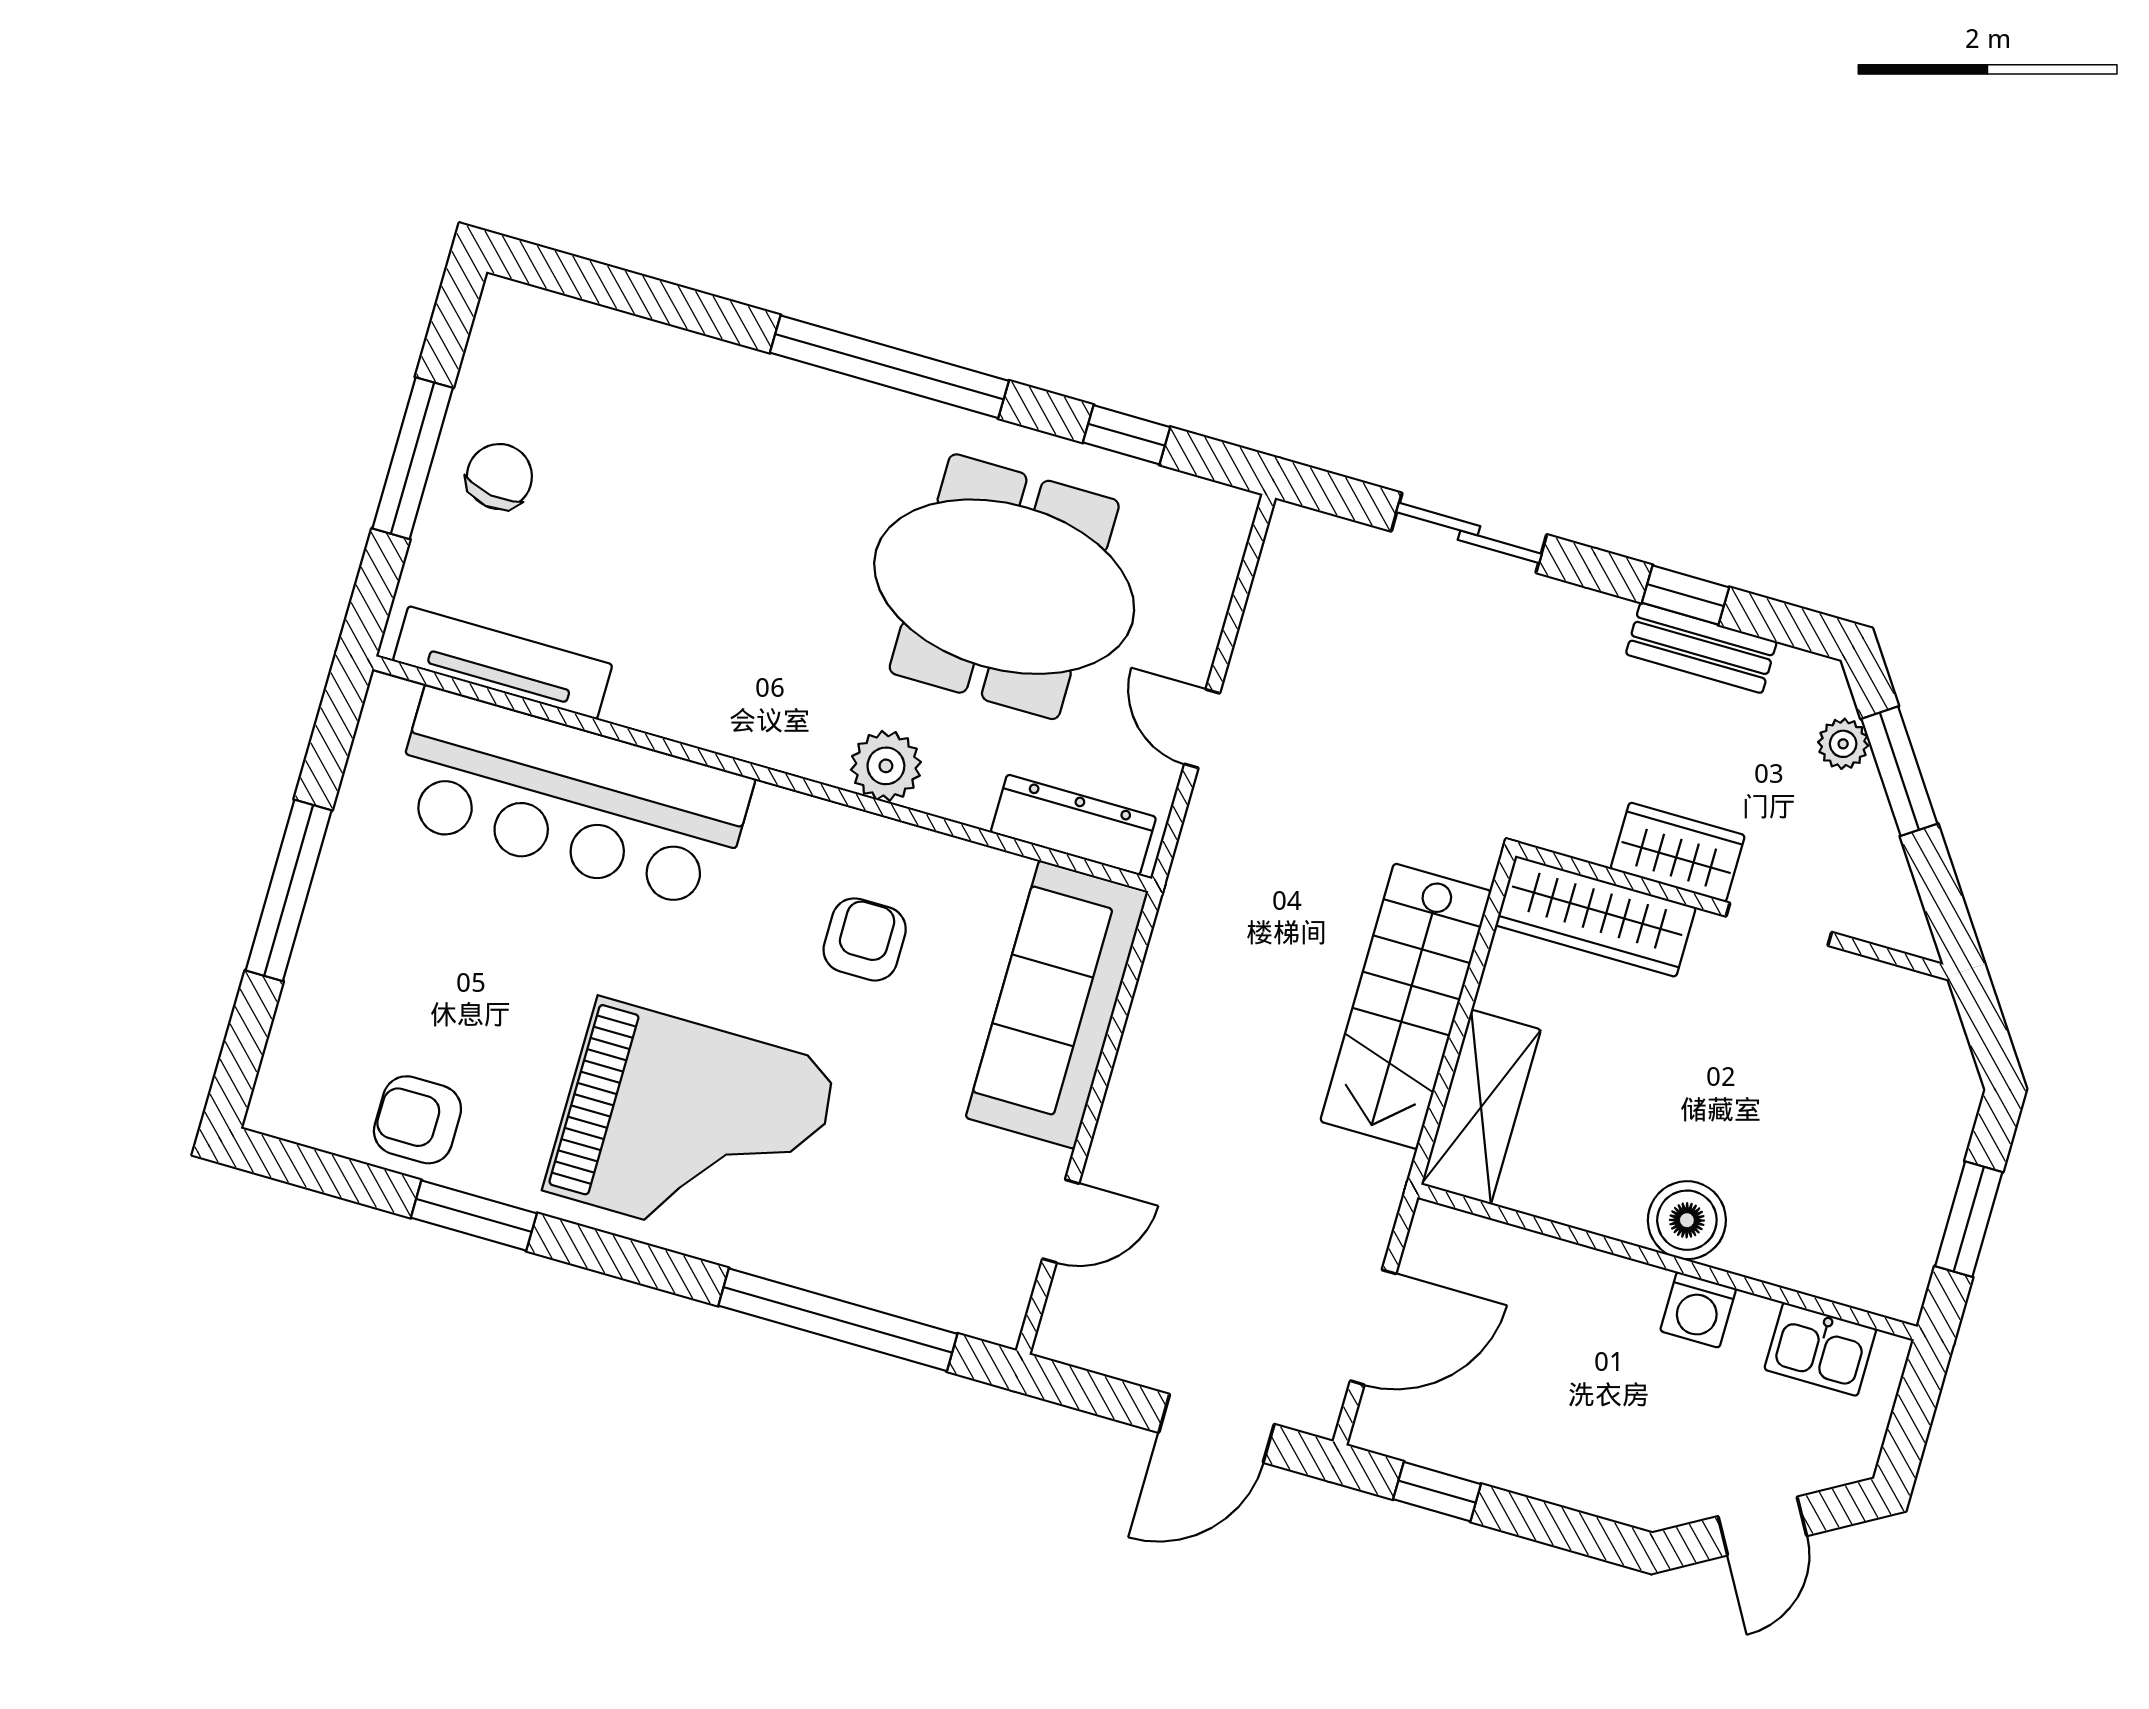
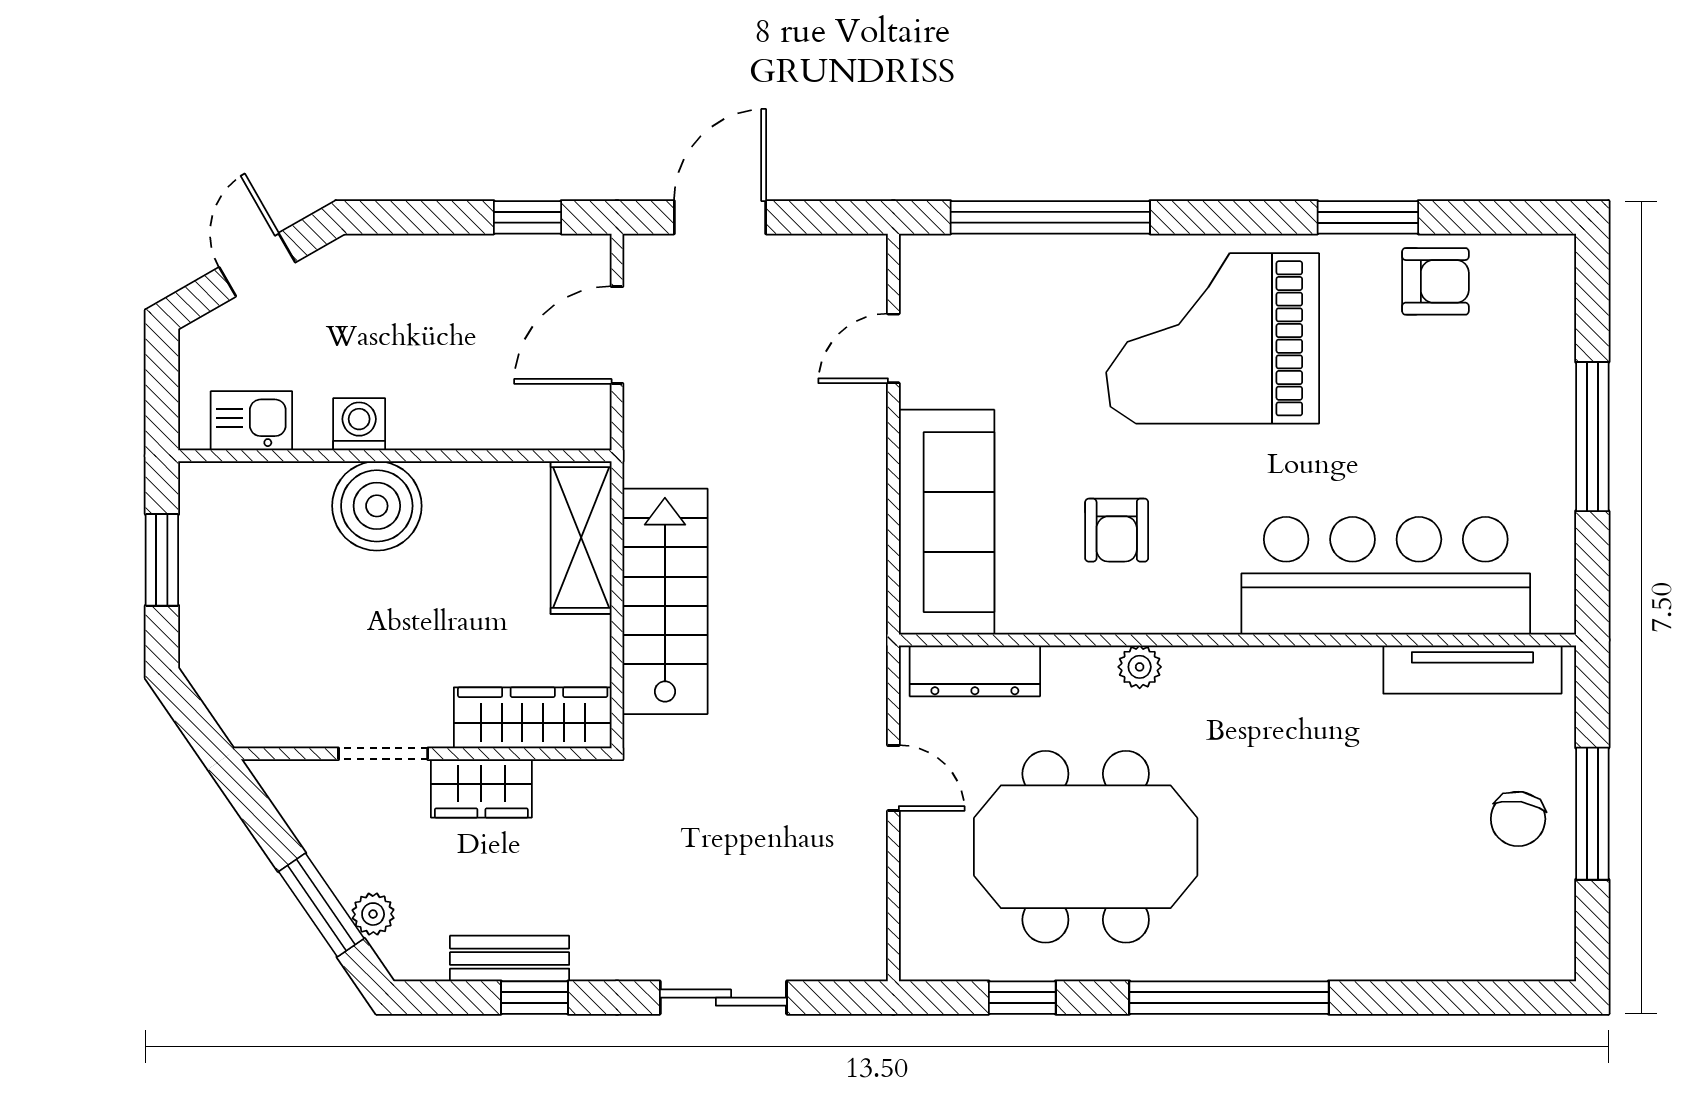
plant: (886, 766) -> (1140, 667), width x0.73, depth x0.73
boiler: (1687, 1220) -> (377, 506), width x1.37, depth x1.37

